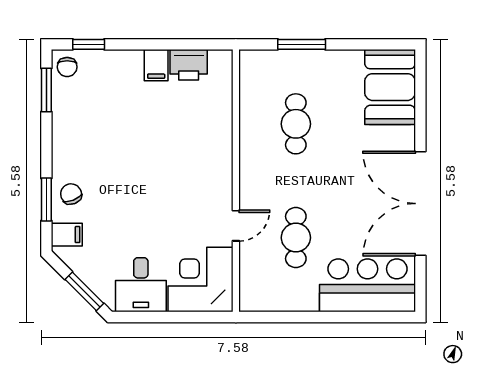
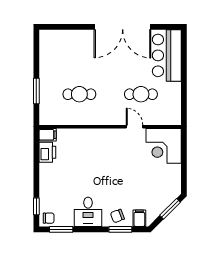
filing cabinet: (156, 65) -> (48, 135), moved
booth: (390, 87) -> (59, 43), removed
desk: (141, 285) -> (88, 212), moved, turned 90

